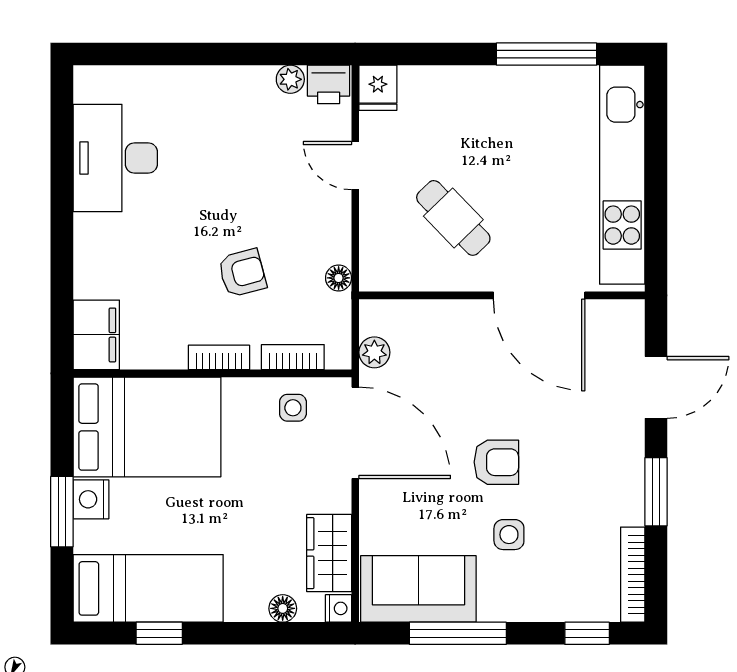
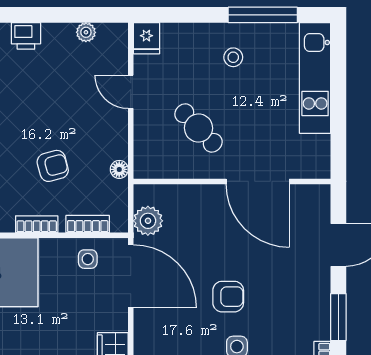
printer: (329, 84) -> (26, 36), moved
stool: (504, 116) -> (233, 57), added
kitchen unit: (622, 175) -> (315, 78), width x0.73
plant: (374, 352) -> (148, 221), width x1.38, depth x1.38

